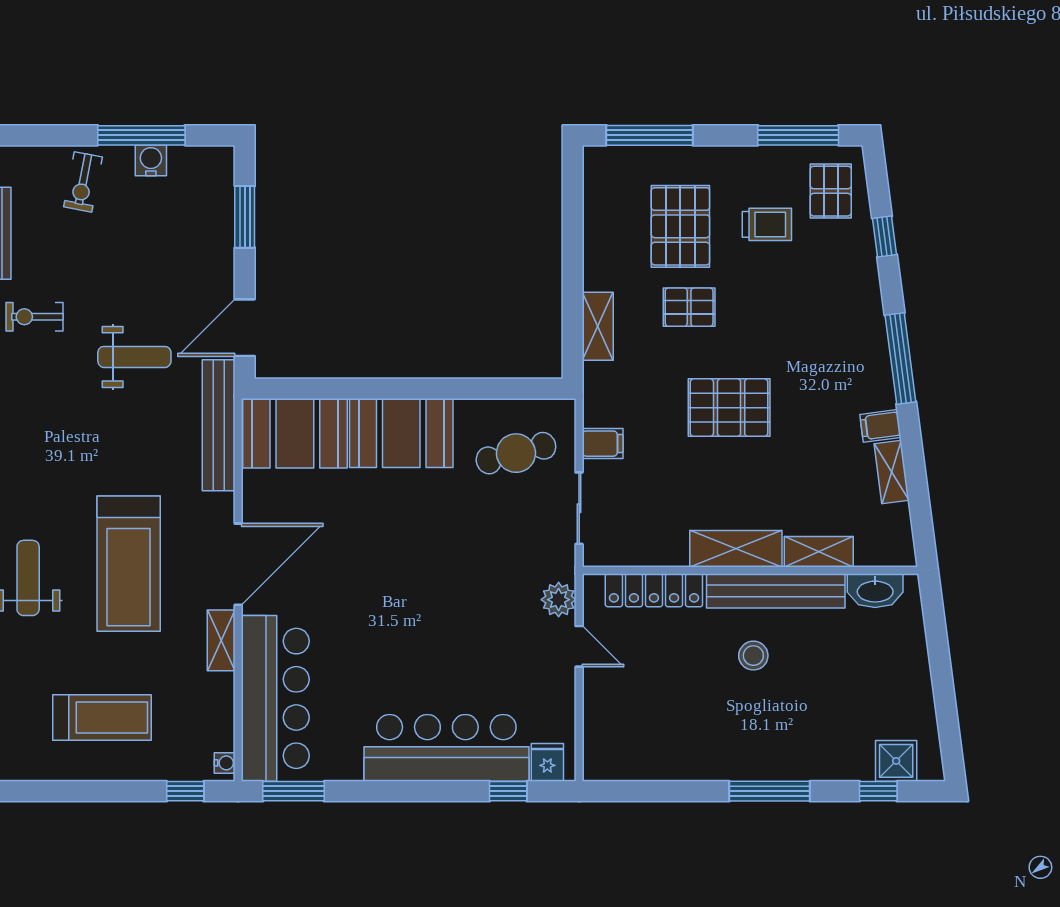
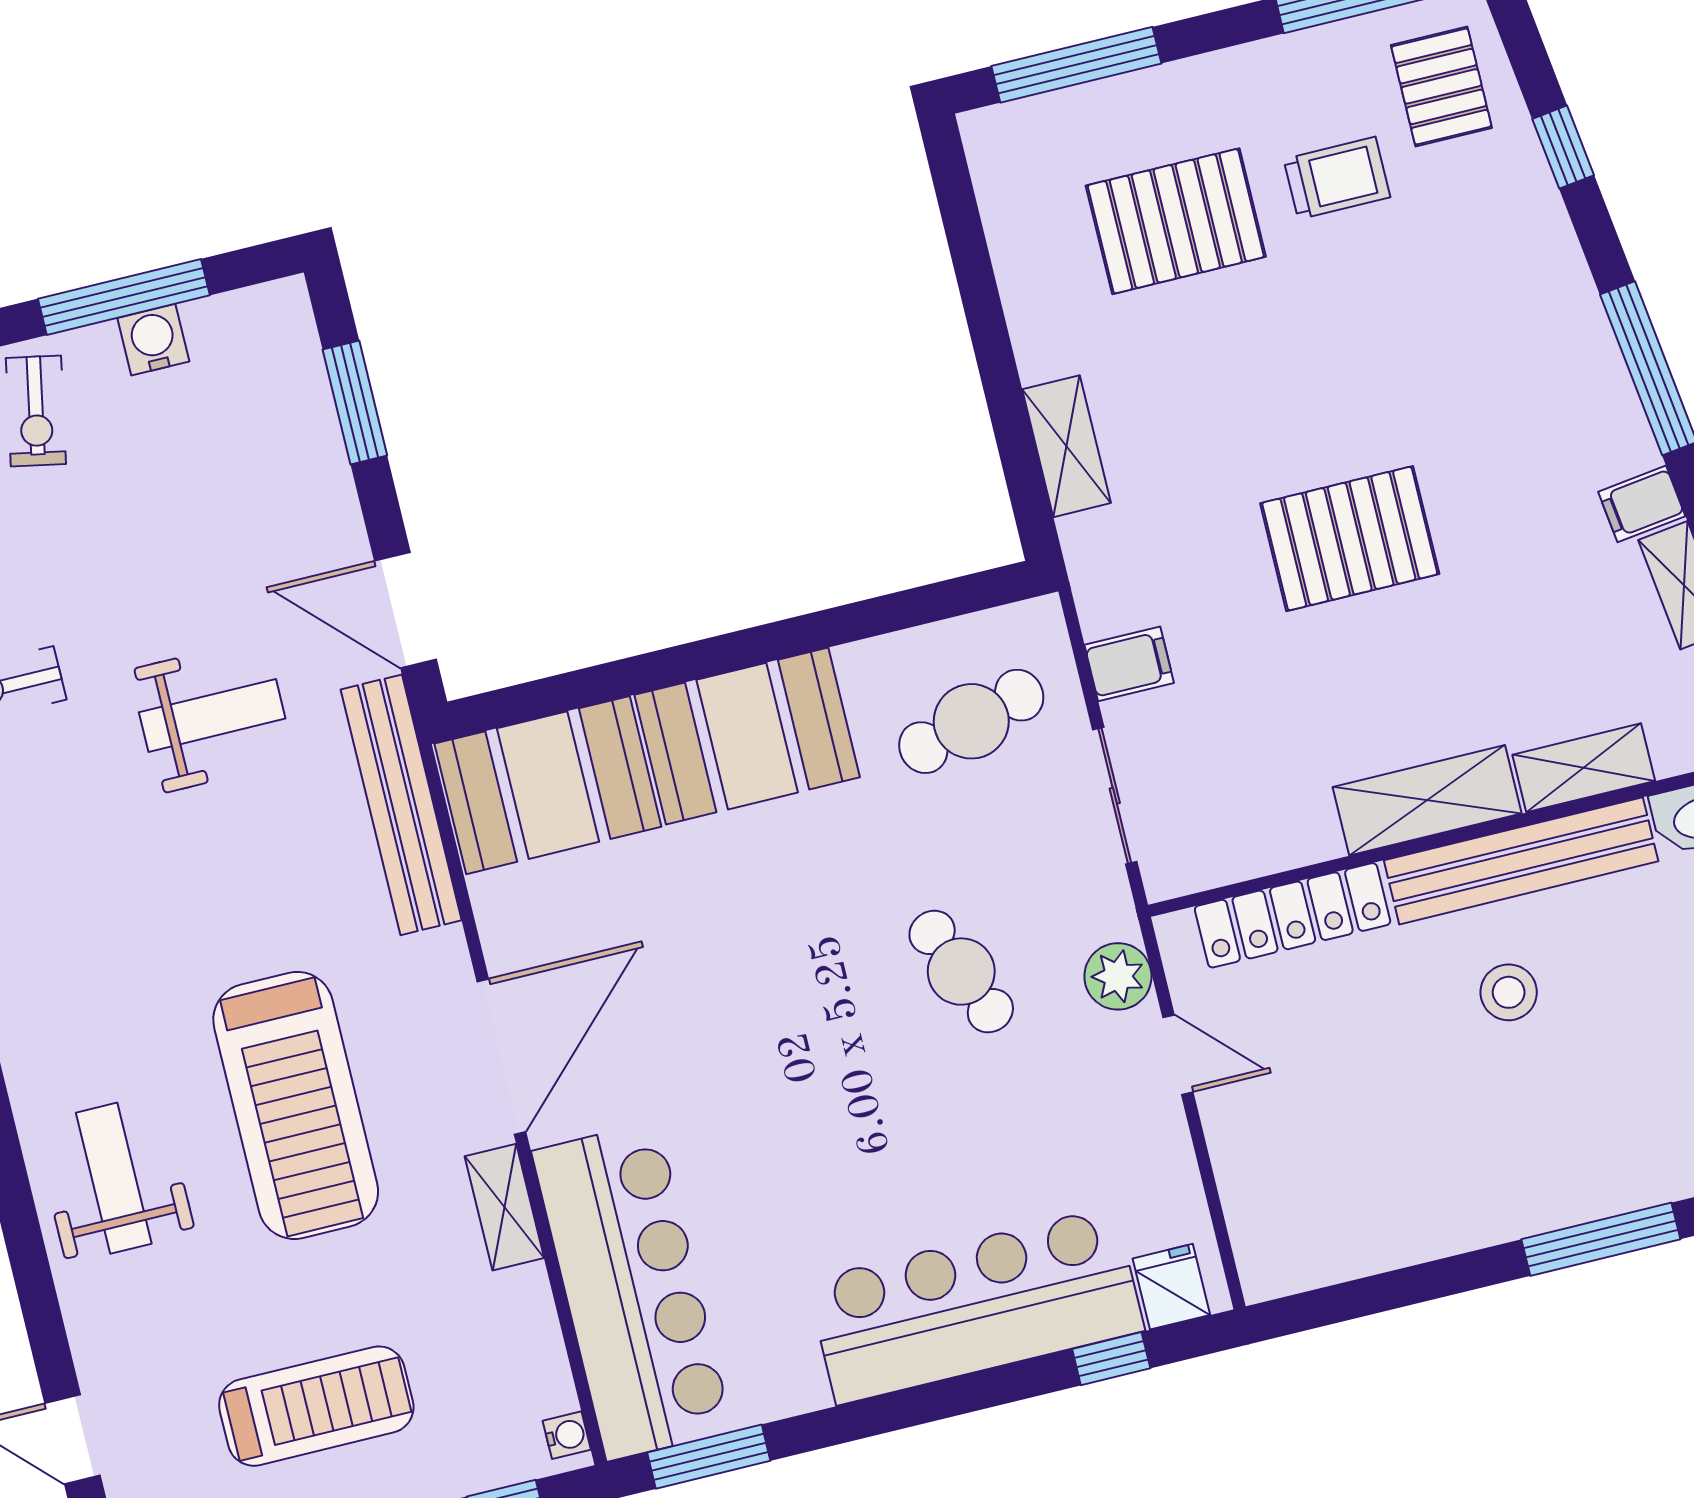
pallet: (680, 226) -> (1176, 221), turned 90
pallet: (689, 307) -> (1229, 369), removed
door: (245, 328) -> (405, 610), hinge flipped
cafe table: (480, 578) -> (961, 972), added

